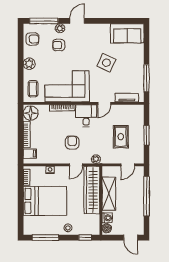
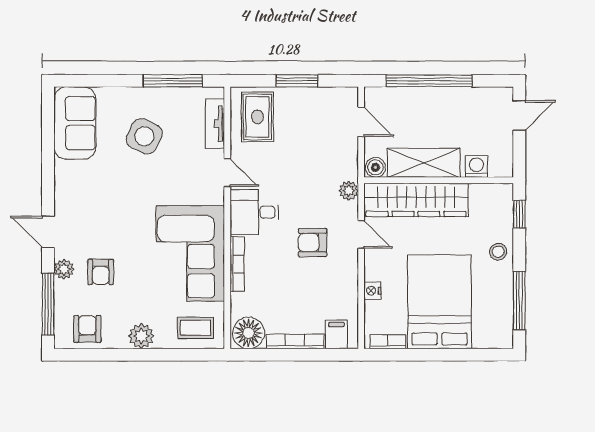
side table: (106, 63) -> (144, 136), moved
rug: (121, 137) -> (257, 117), moved, turned 90
boiler: (107, 228) -> (375, 167), moved

